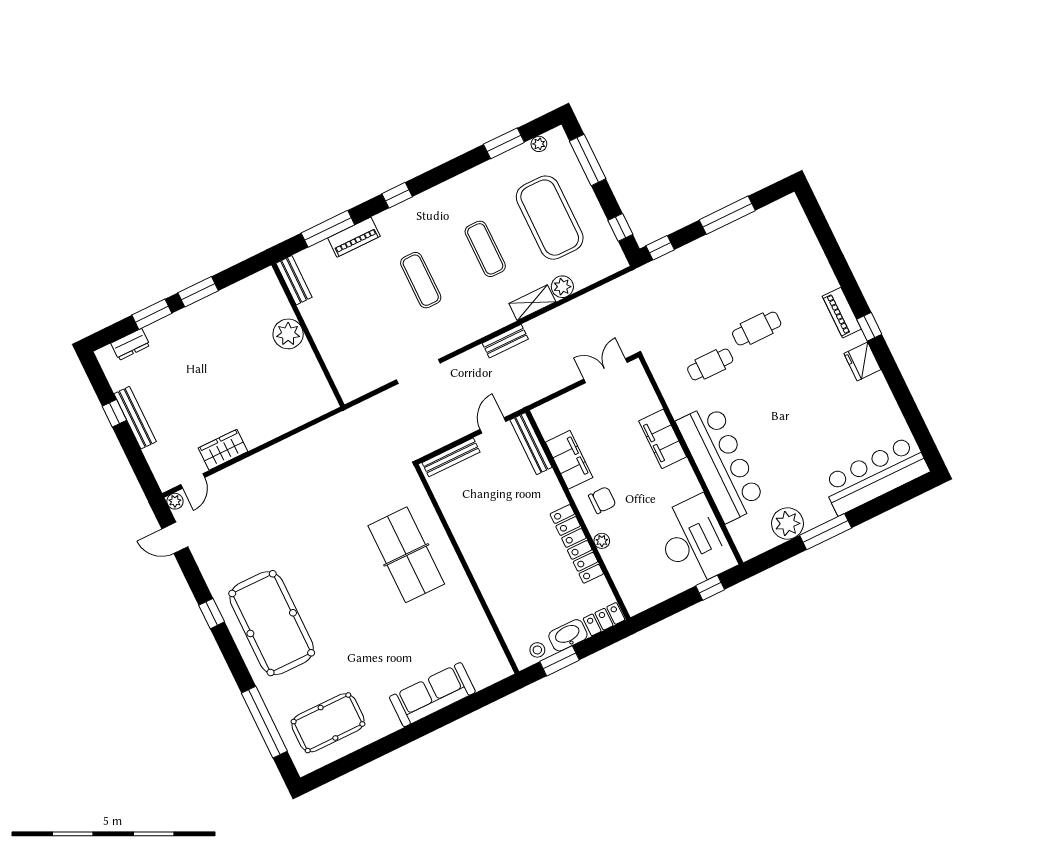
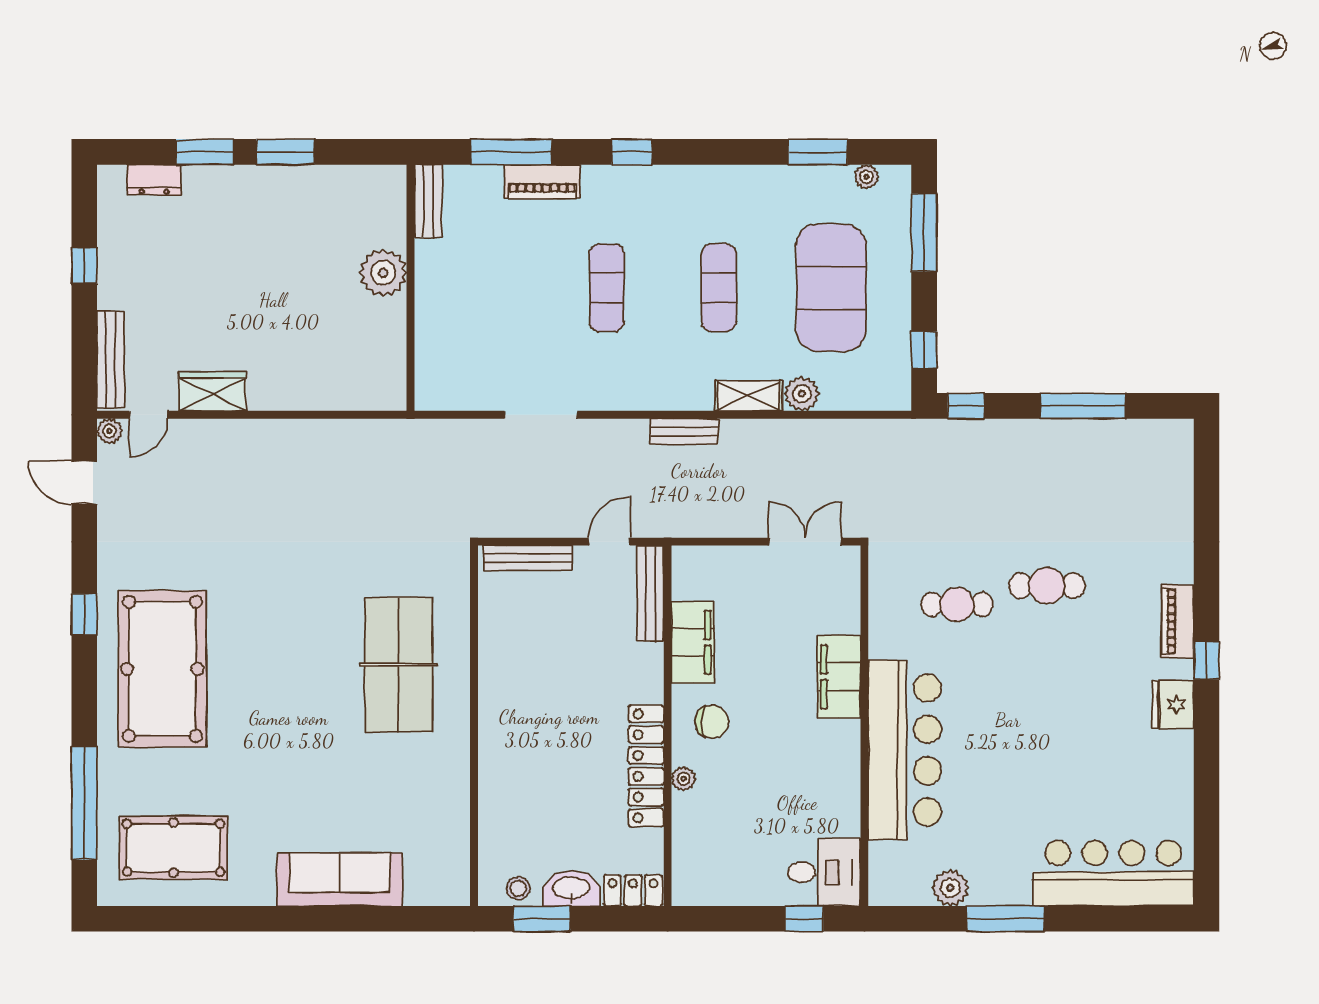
bench: (135, 418) -> (110, 360), moved
plant: (787, 523) -> (950, 888), width x0.73, depth x0.73
desk: (694, 541) -> (824, 872), width x0.53, depth x0.77

